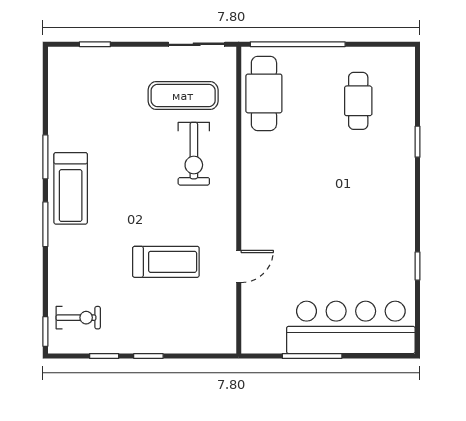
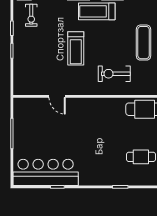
exercise mat: (183, 96) -> (143, 43), moved
treadmill: (166, 262) -> (76, 48), moved
bar counter: (351, 327) -> (46, 172), moved, turned -90

